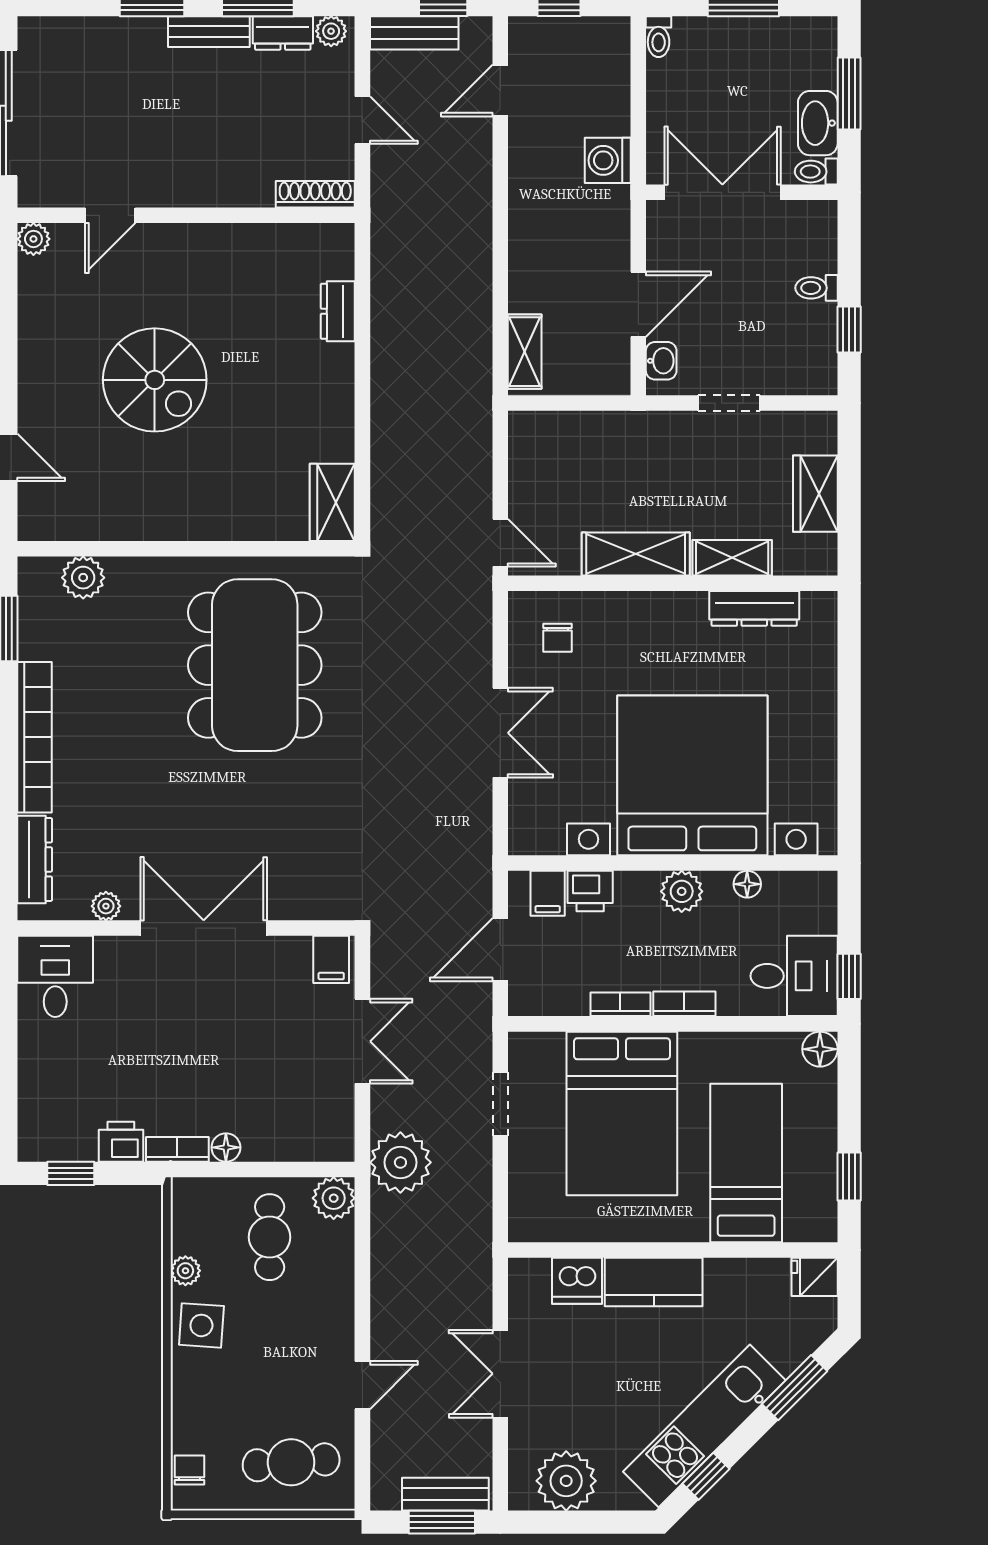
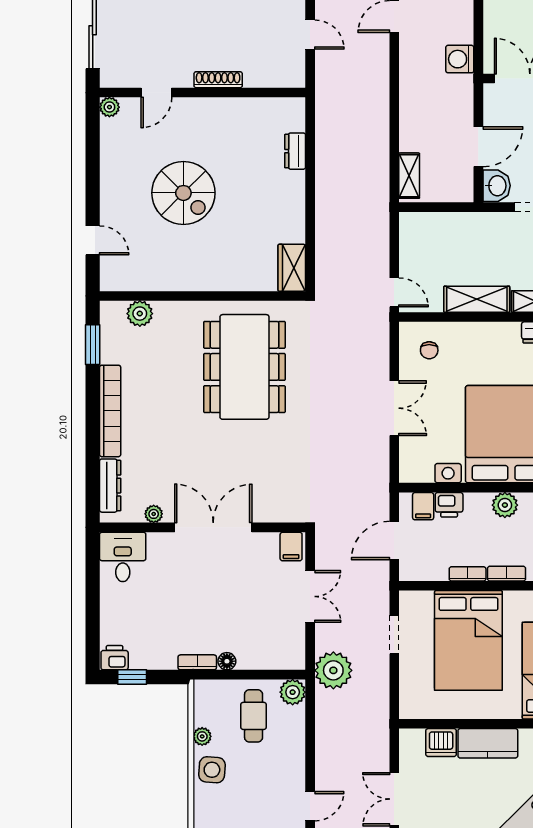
shoe rack: (315, 194) -> (218, 80), moved
washbasin: (661, 361) -> (497, 186), width x1.38, depth x1.45
printer: (121, 1142) -> (115, 658), moved

